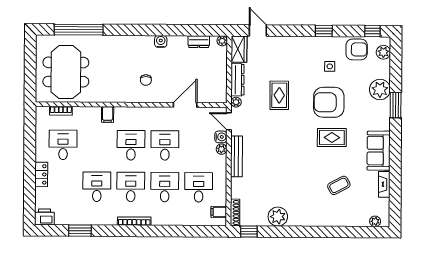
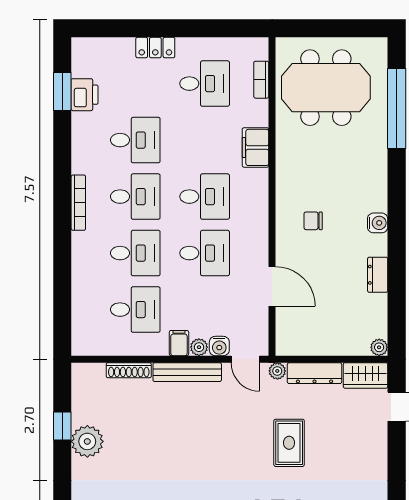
water cooler: (161, 41) -> (378, 223), moved
dresser: (199, 42) -> (378, 275), moved
rug: (279, 95) -> (289, 443), turned 90
filing cabinet: (108, 115) -> (255, 147), width x2.00
door: (229, 121) -> (245, 359), swing flipped
filing cabinet: (219, 212) -> (179, 343), moved
shoe rack: (235, 213) -> (129, 370), moved
printer: (44, 217) -> (85, 95), moved
window: (80, 231) -> (62, 92), moved
window: (249, 231) -> (62, 426), moved

